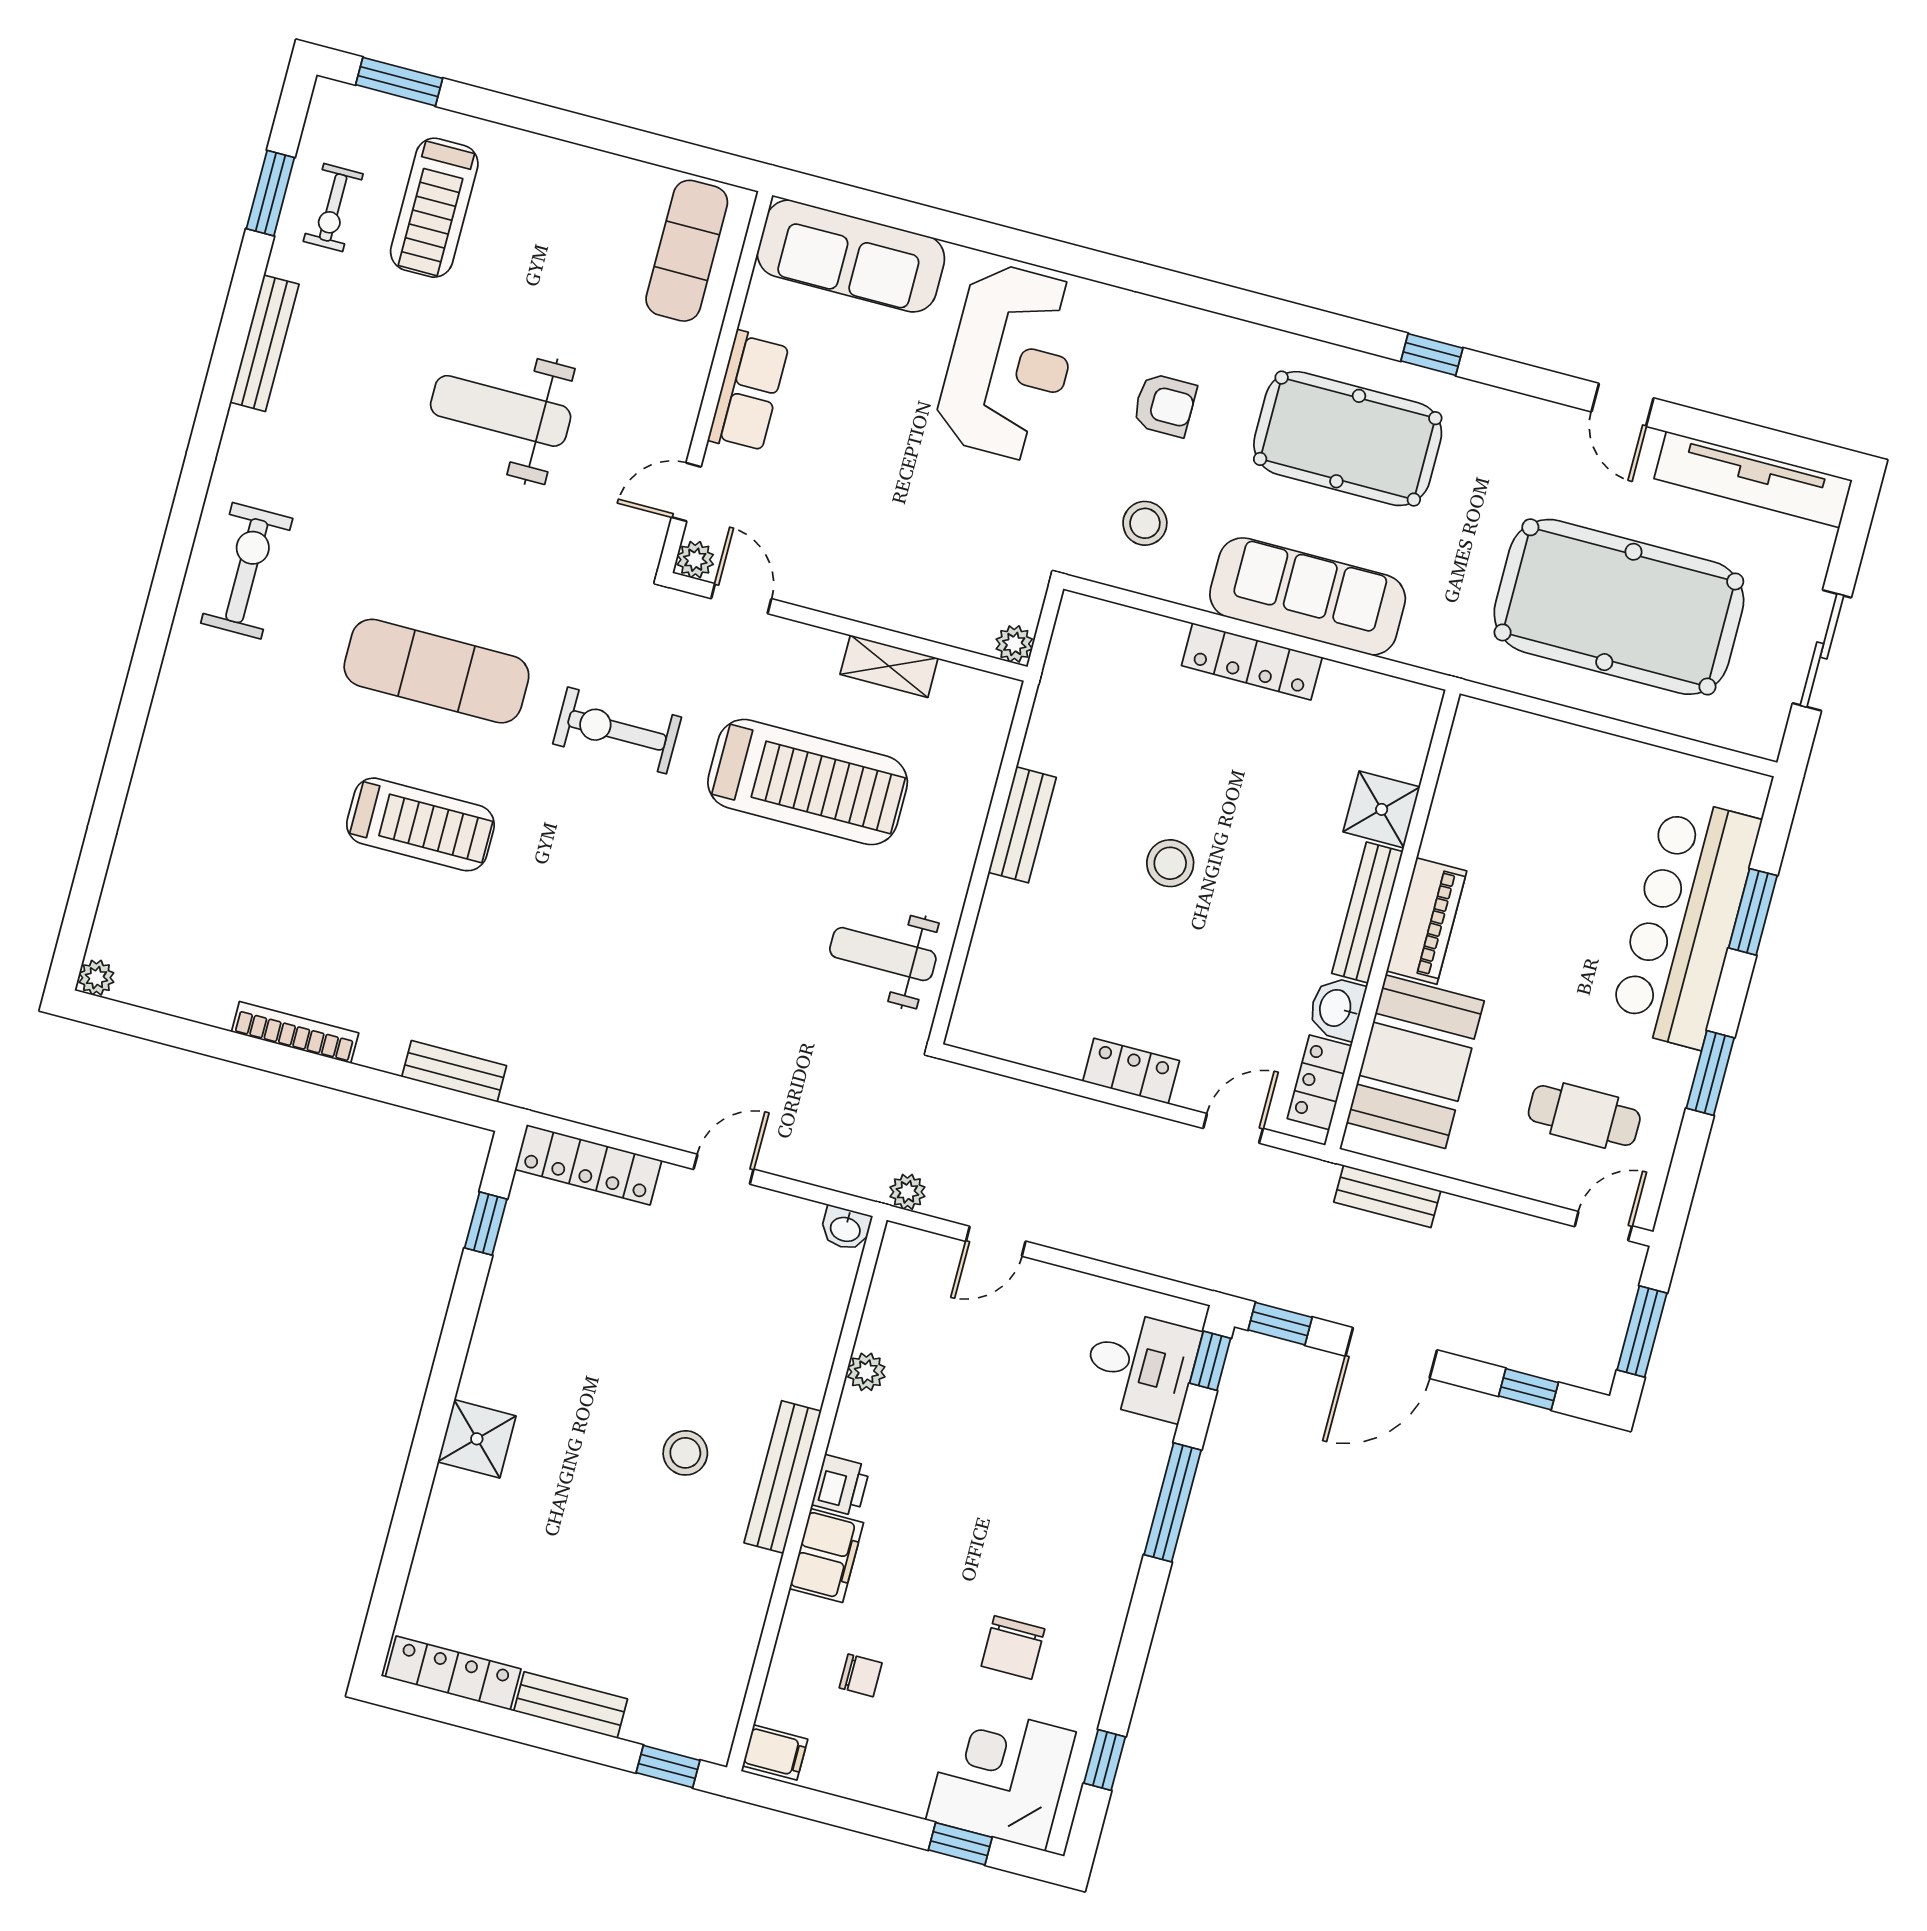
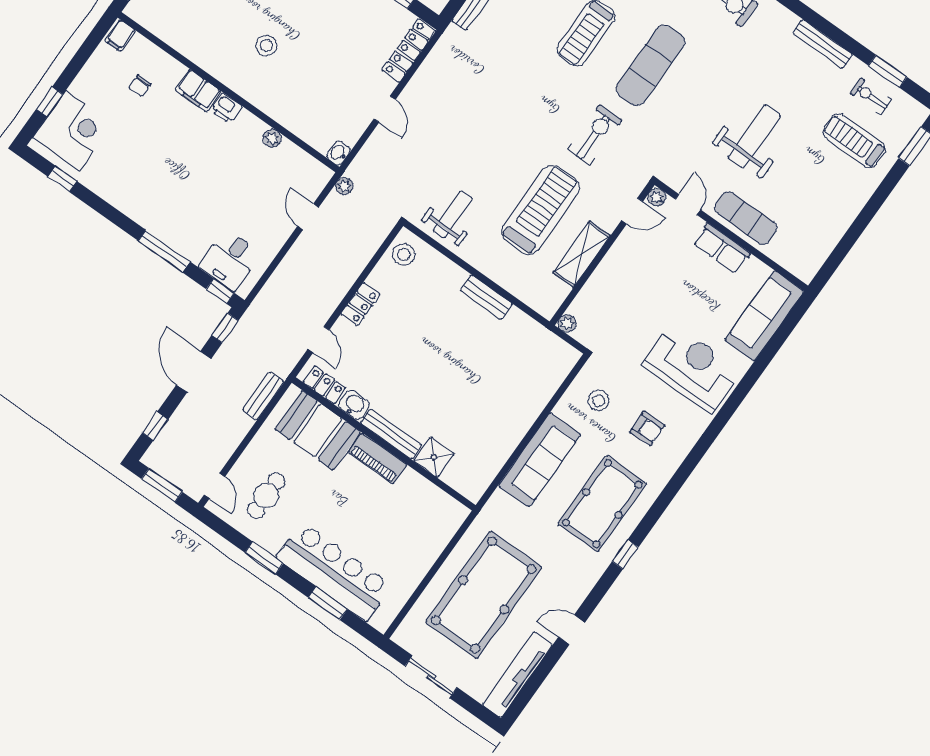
exercise mat: (687, 251) -> (746, 218), moved
reception desk: (1010, 362) -> (692, 368), turned 180
armchair: (1164, 405) -> (647, 429), turned -91
locker: (1252, 661) -> (520, 425), removed
shelving: (889, 666) -> (582, 254), width x1.50, depth x1.33
treadmill: (808, 782) -> (541, 210), turned 180
stool: (1170, 863) -> (404, 254), moved
bench: (783, 1477) -> (240, 84), removed
chair: (1013, 1648) -> (127, 157), removed

